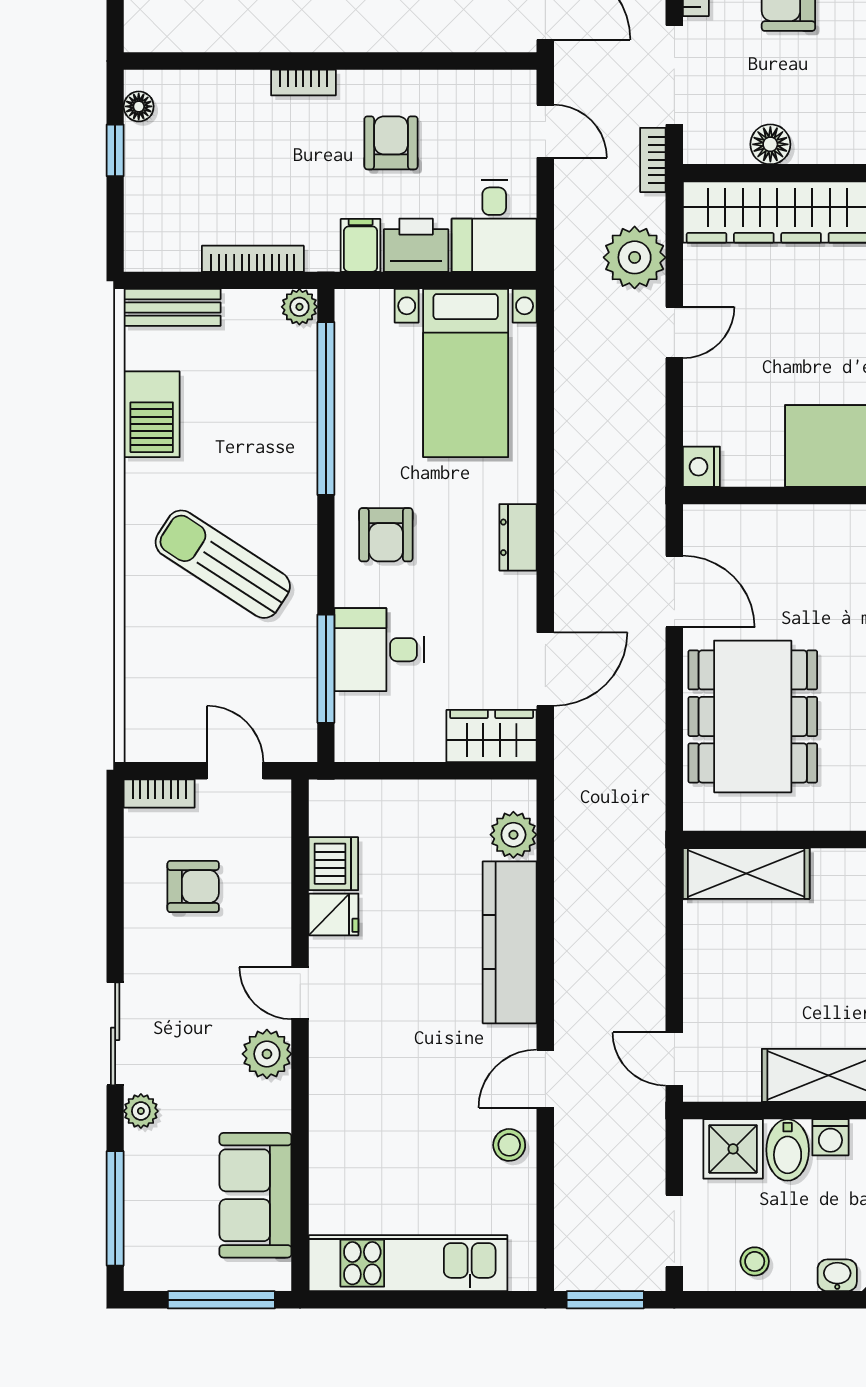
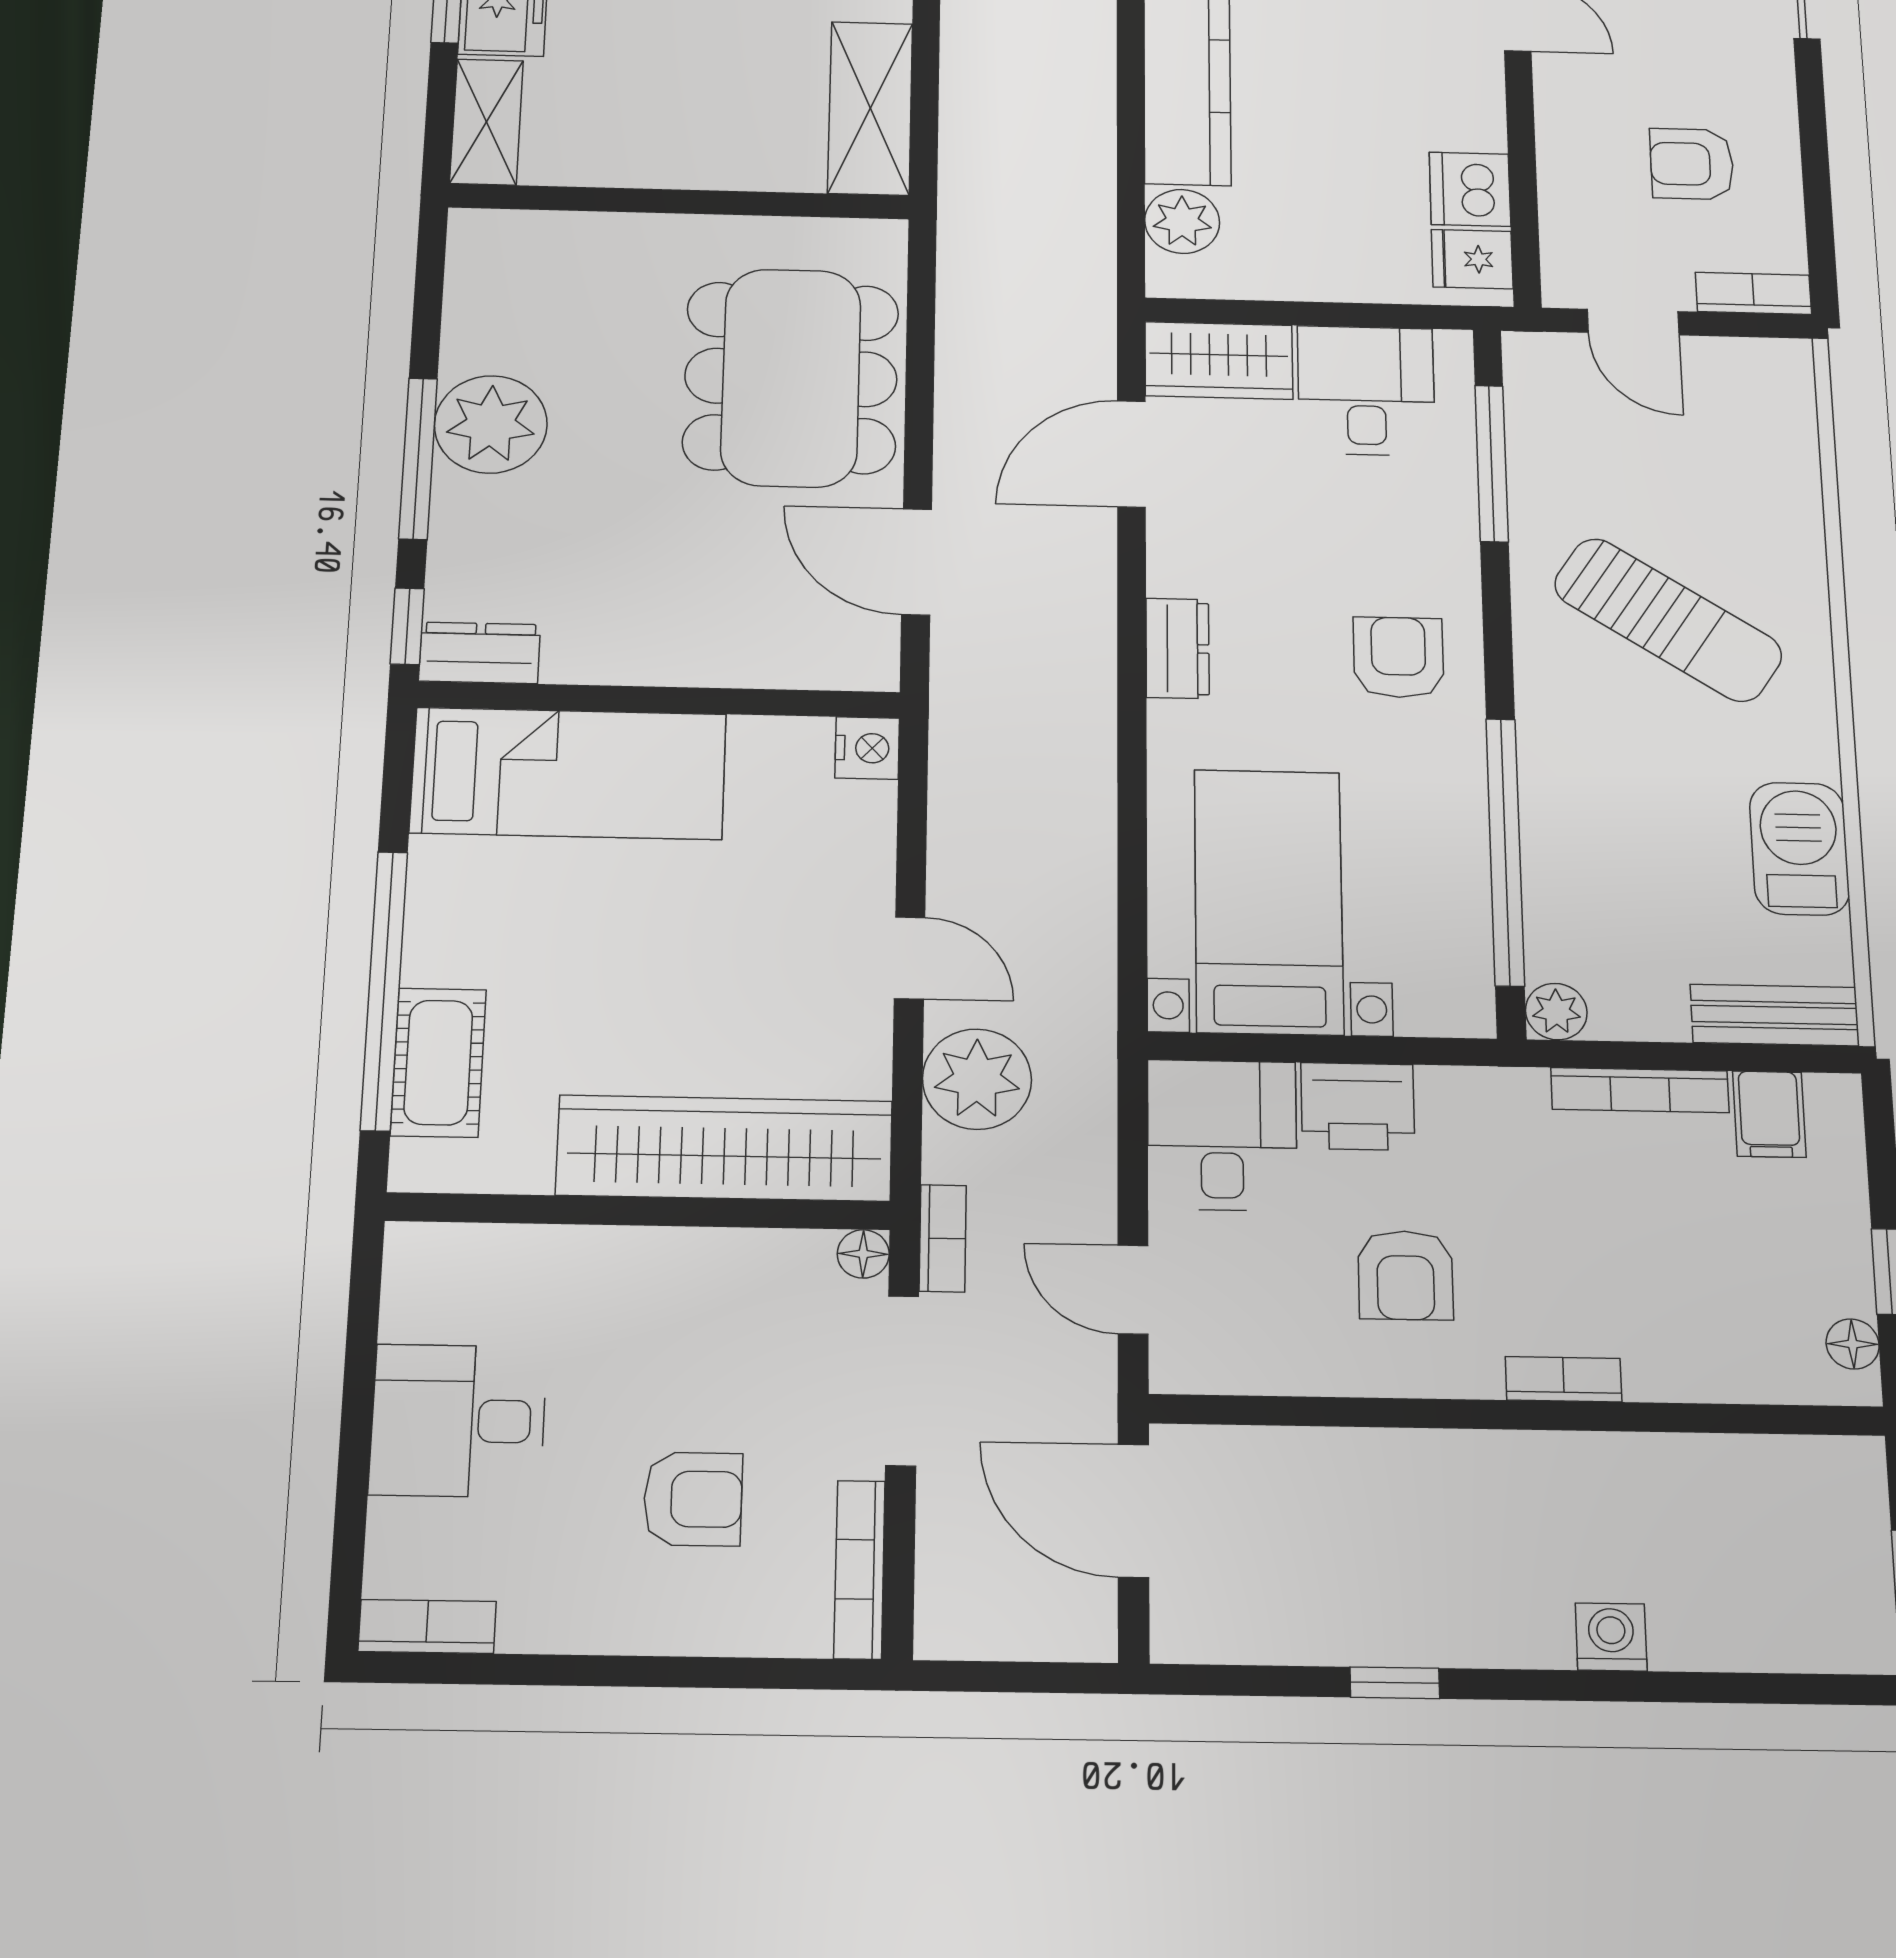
floor lamp: (770, 144) -> (863, 1254), moved, width x0.73, depth x0.73
filing cabinet: (361, 245) -> (1769, 1114), moved
door: (674, 332) -> (910, 958), swing flipped
desk: (379, 650) -> (1366, 391), moved, turned -90
shelving: (746, 873) -> (870, 108), moved, turned 90
fridge: (334, 914) -> (1472, 259), moved

